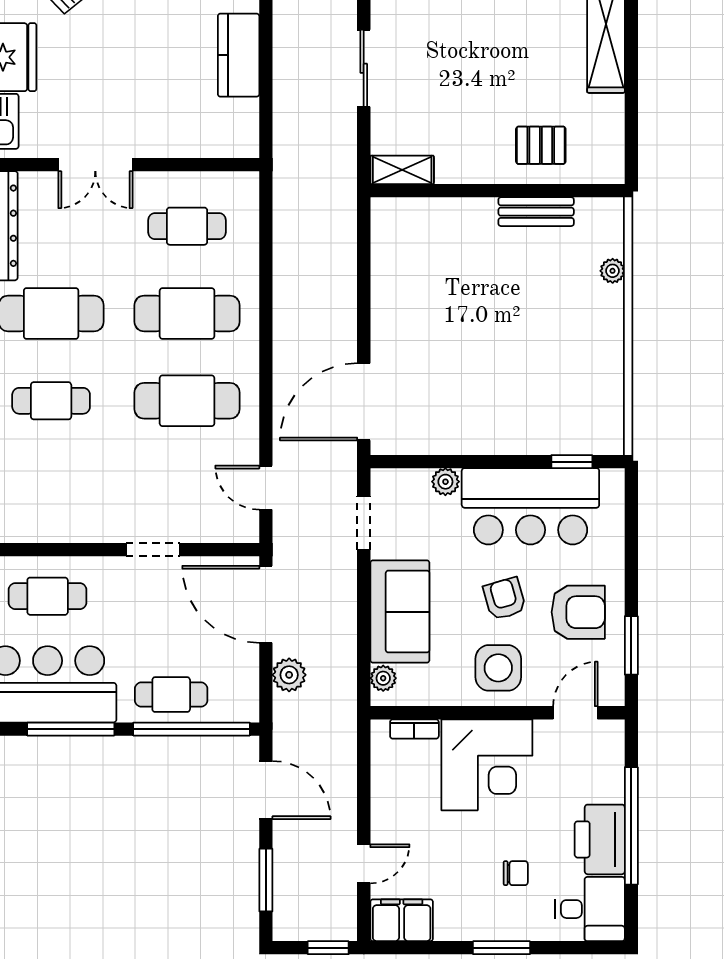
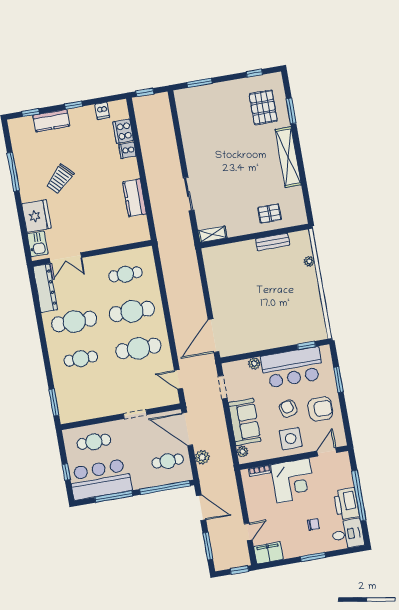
double door: (95, 165) -> (65, 258), moved
window: (631, 645) -> (338, 380), moved
cafe table: (171, 695) -> (168, 461), moved

